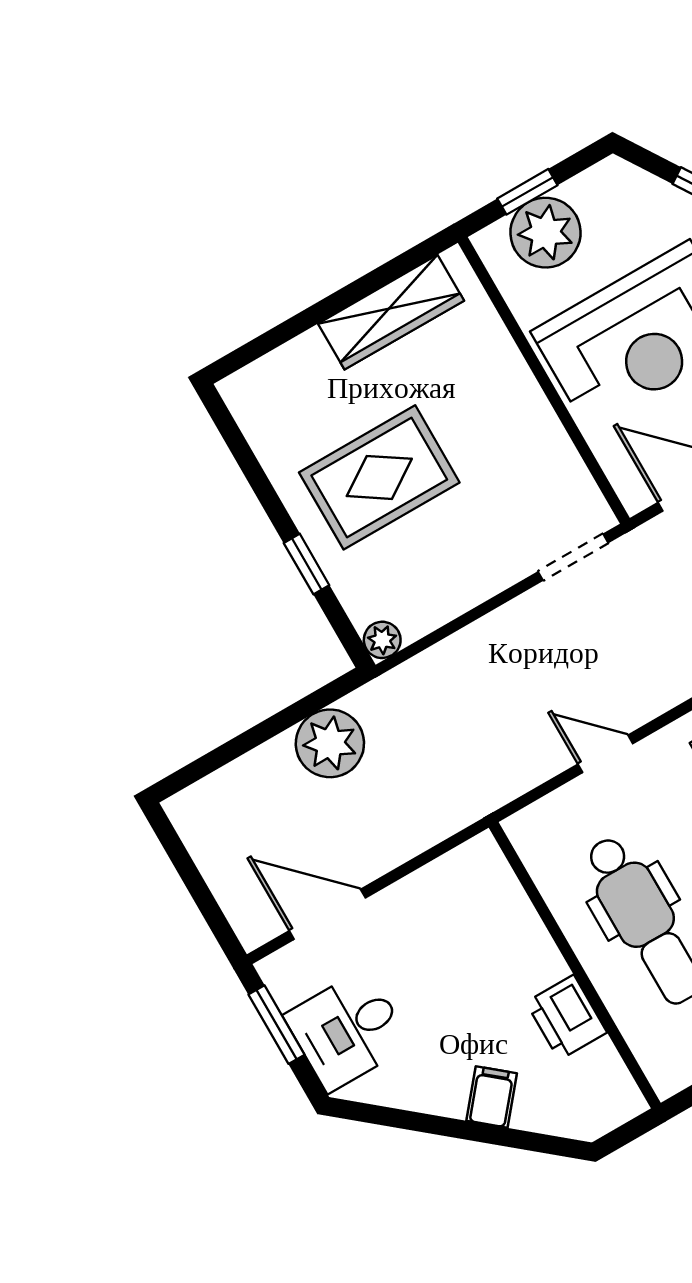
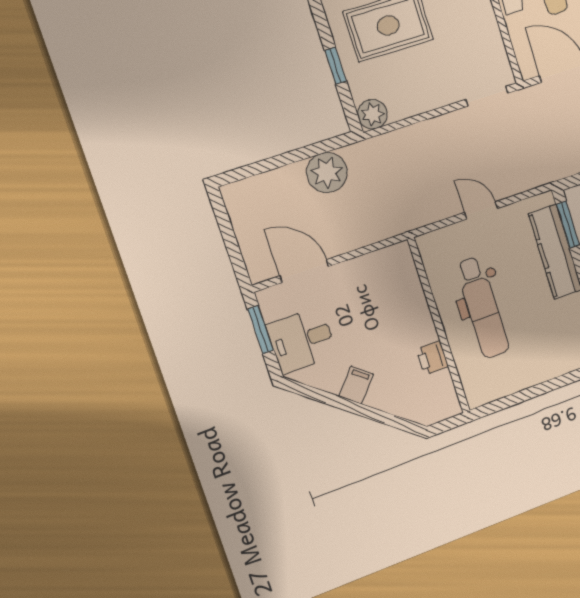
plant: (382, 640) -> (373, 114), width x1.38, depth x1.38
printer: (566, 1017) -> (432, 358), width x0.73, depth x0.81
filing cabinet: (492, 1097) -> (356, 385), moved

